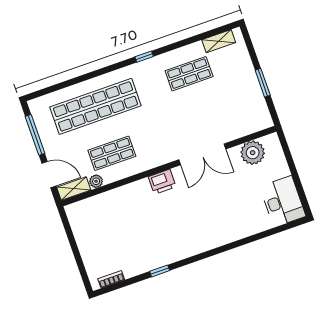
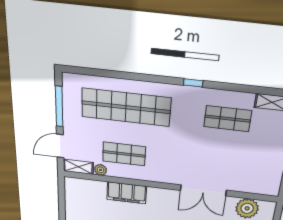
door: (49, 175) -> (60, 146), swing flipped
printer: (162, 182) -> (158, 196), removed
filing cabinet: (131, 194) -> (127, 193), added

